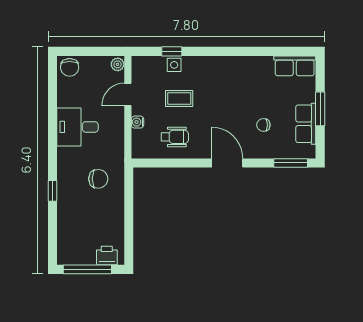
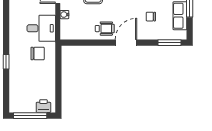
desk: (77, 127) -> (41, 28), moved, turned 180
wheelchair: (175, 137) -> (105, 29), moved
door: (227, 163) -> (126, 43), hinge flipped

